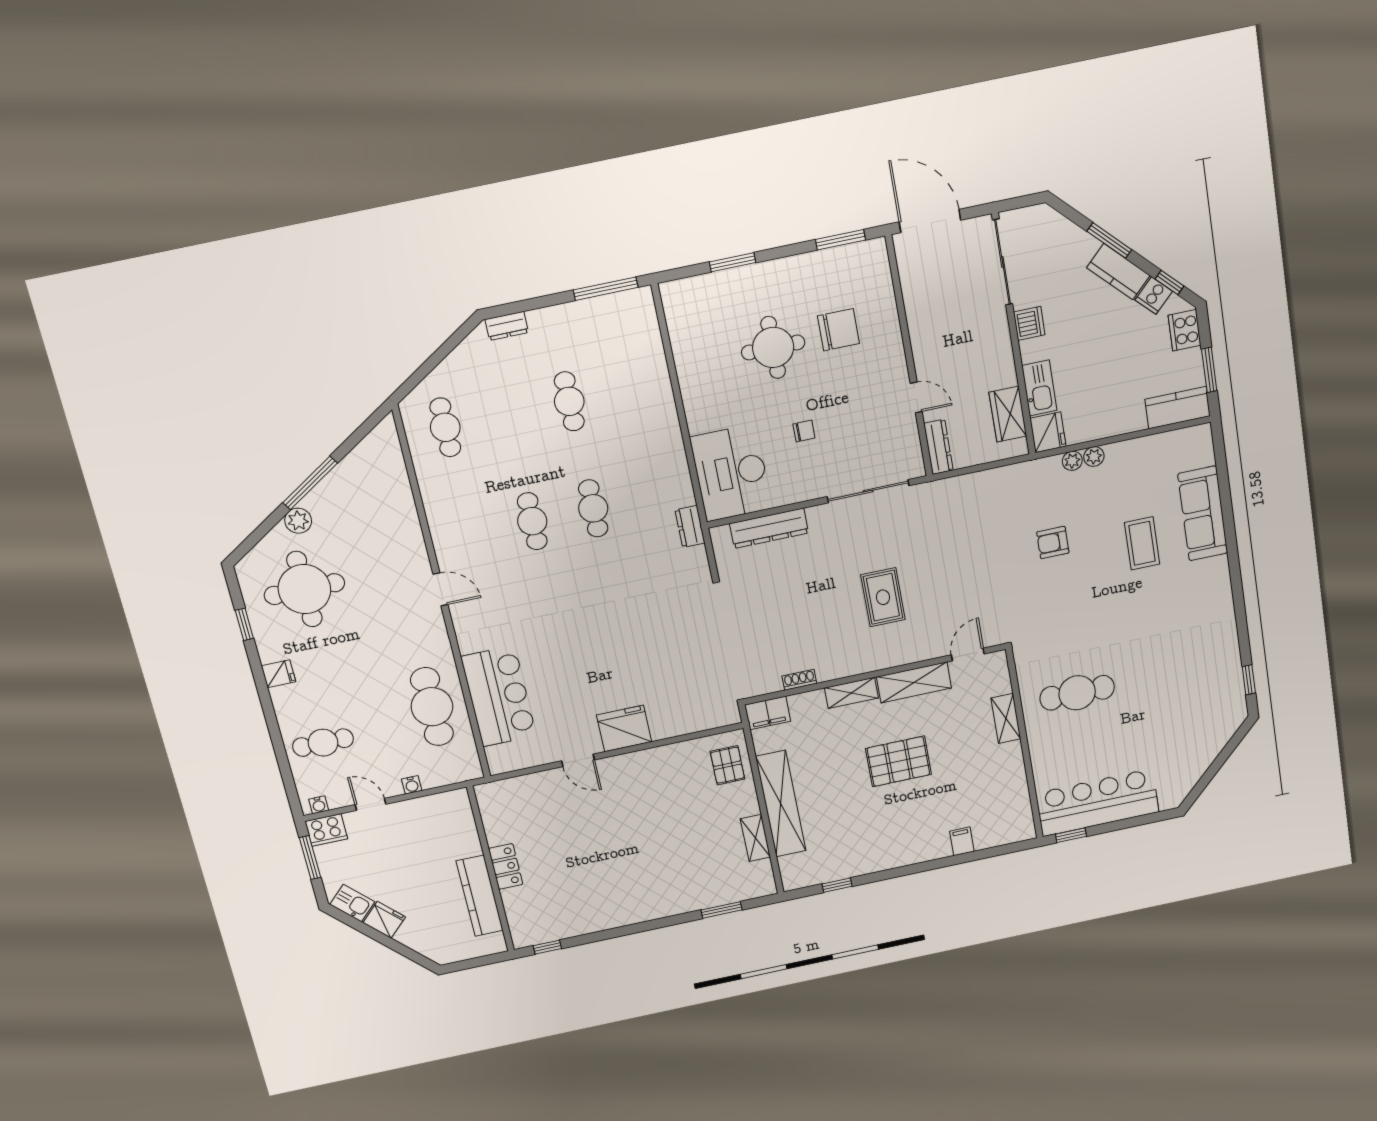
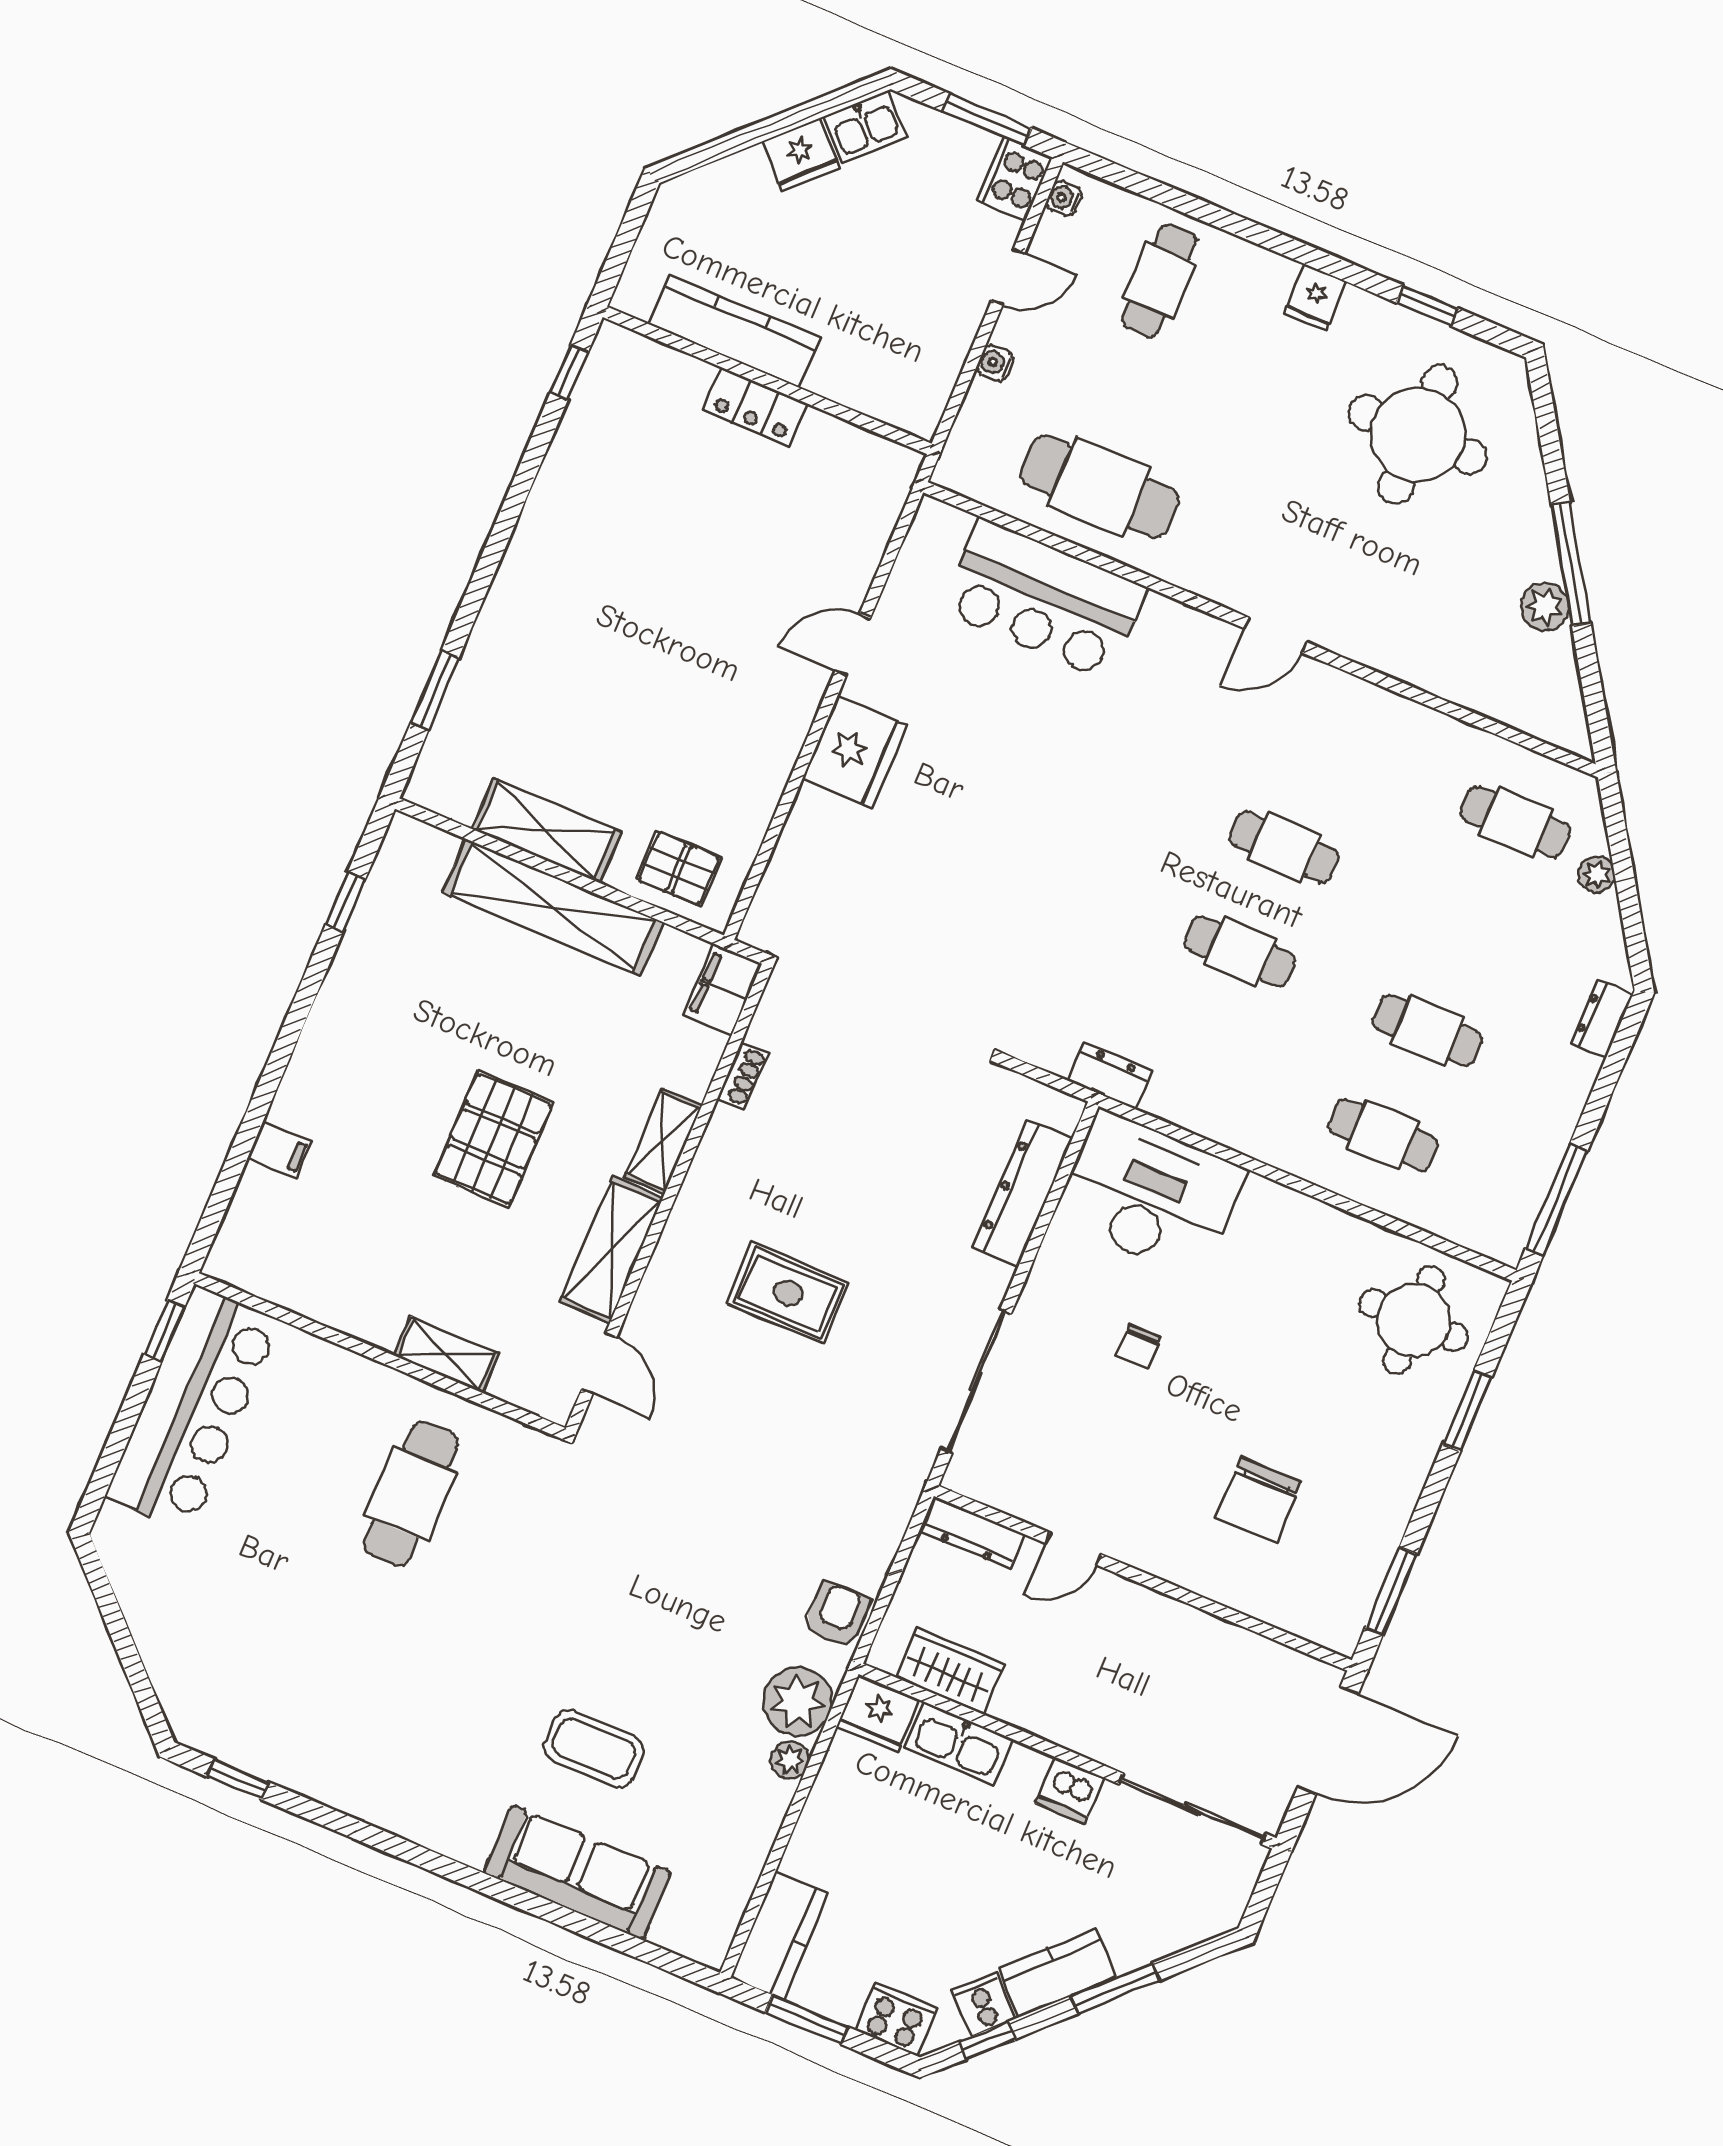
round table: (773, 347) -> (1414, 1320), moved
plant: (442, 374) -> (1597, 874), added
cafe table: (631, 388) -> (1383, 1135), added
plant: (1072, 461) -> (798, 1702), width x1.88, depth x1.88
plant: (298, 521) -> (1545, 607), moved
armchair: (1053, 542) -> (837, 1614), moved
shelving: (755, 838) -> (547, 831), width x1.50, depth x1.33

